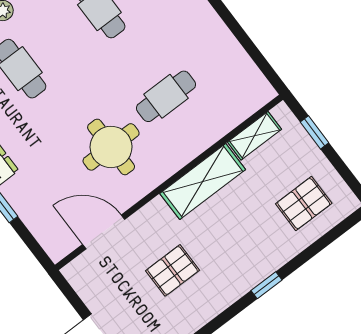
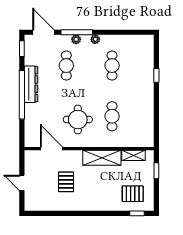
cafe table: (166, 96) -> (112, 116), turned 90
pallet: (173, 270) -> (66, 182), turned 90
window: (266, 285) -> (137, 213), moved

